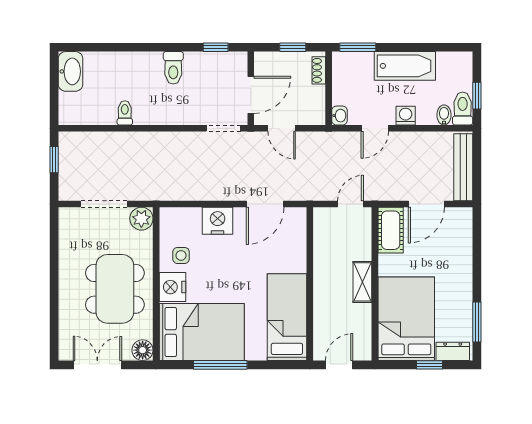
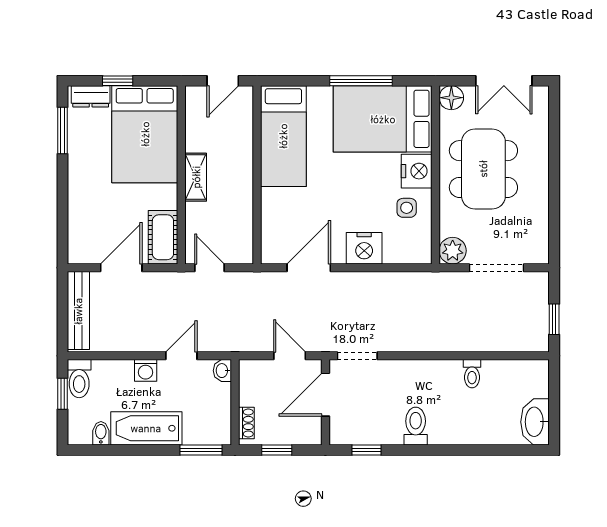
bidet: (444, 115) -> (101, 433), moved, turned 180
door: (351, 204) -> (209, 268), swing flipped

